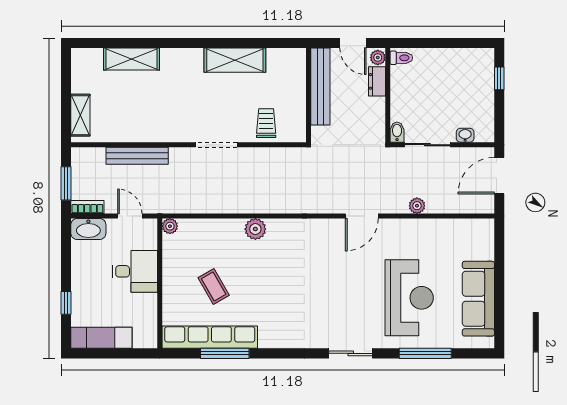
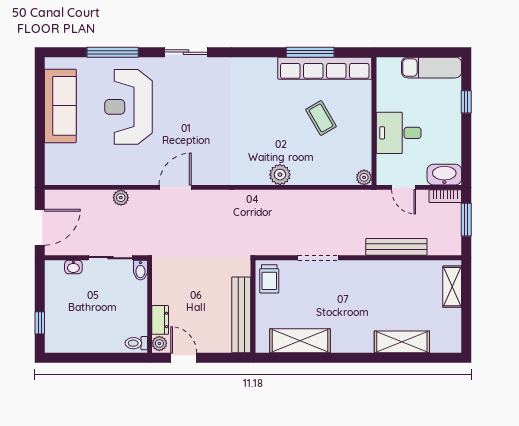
bench: (320, 87) -> (241, 315), moved
wall: (308, 95) -> (253, 306), moved

